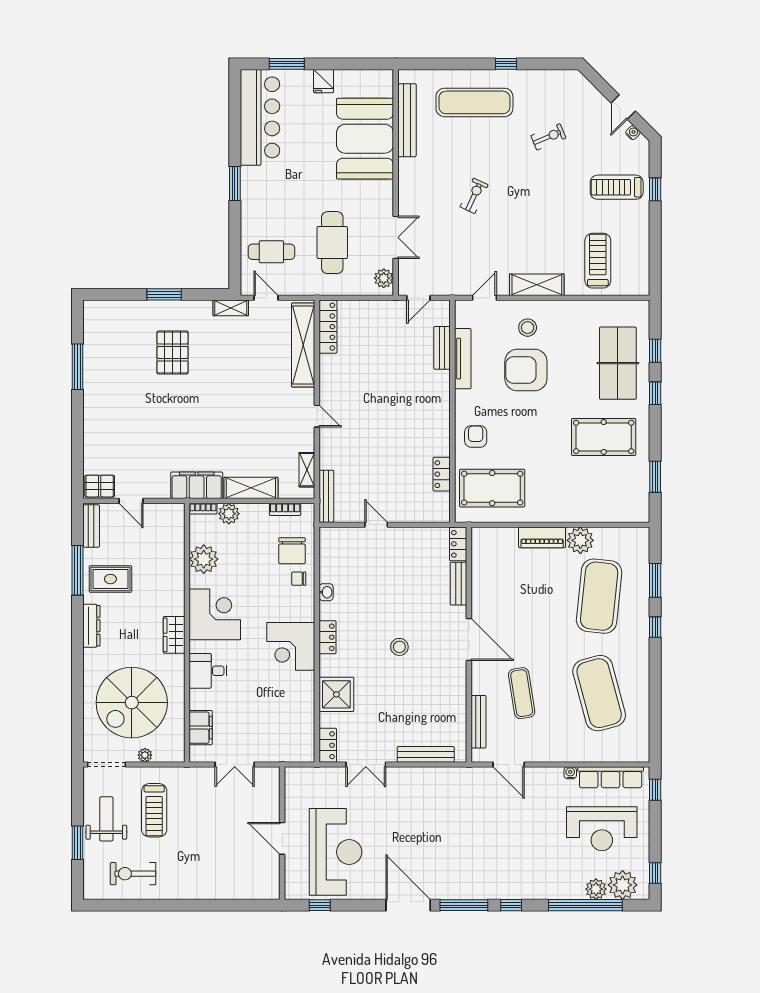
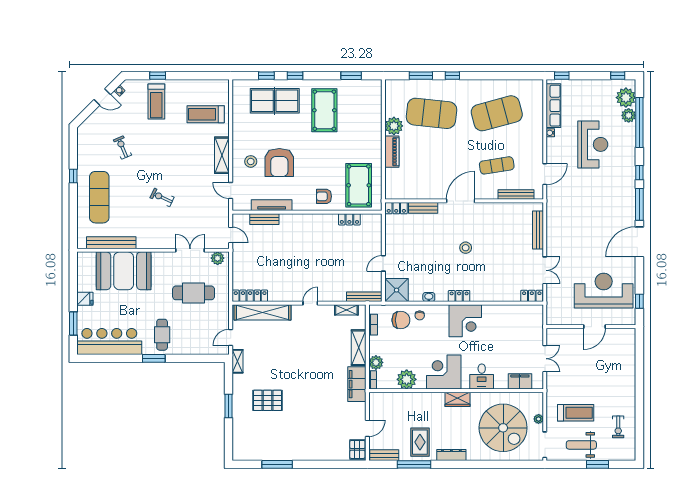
cafe table: (271, 252) -> (162, 335), moved
shower: (336, 694) -> (397, 290), moved
reception desk: (602, 829) -> (593, 144), moved
exercise bike: (133, 874) -> (618, 427), width x0.73, depth x0.72

